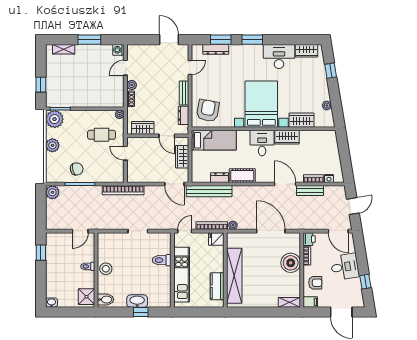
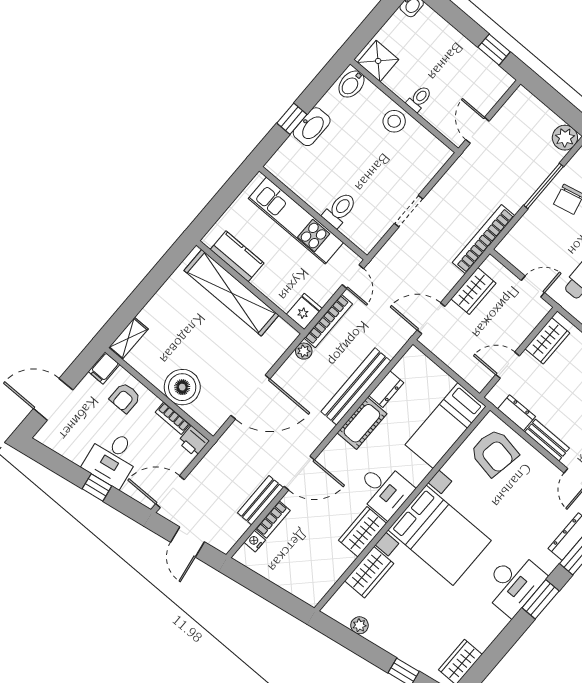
desk: (279, 57) -> (513, 583), moved
wardrobe: (182, 157) -> (473, 291), moved, turned 90
bench: (209, 191) -> (356, 386), moved
window: (365, 282) -> (97, 487), moved

